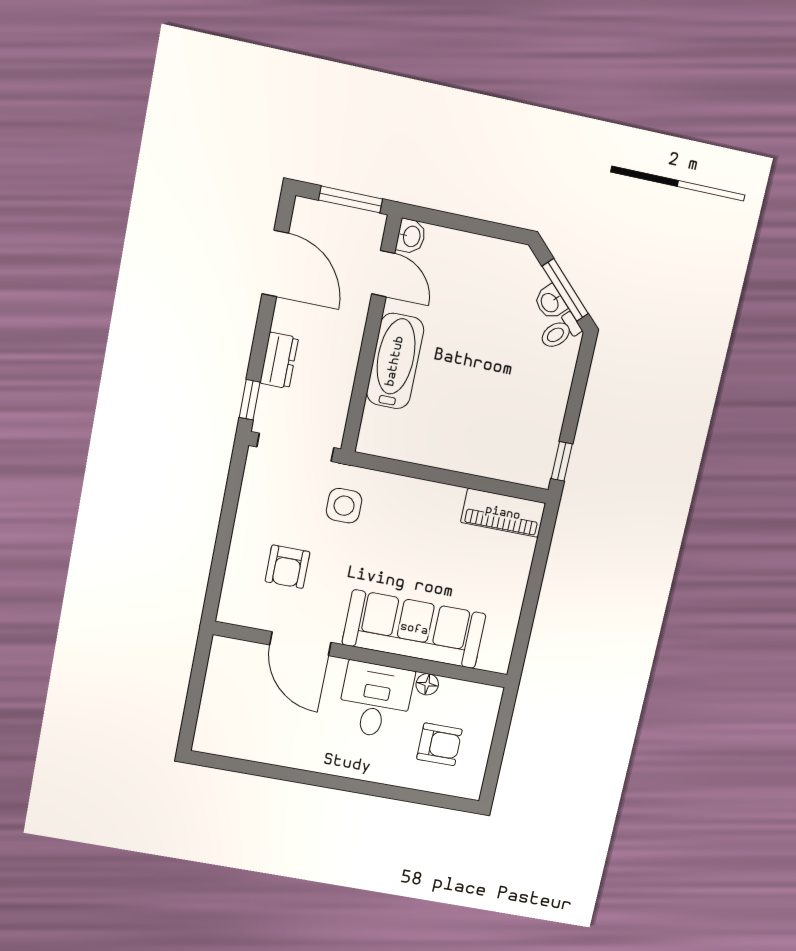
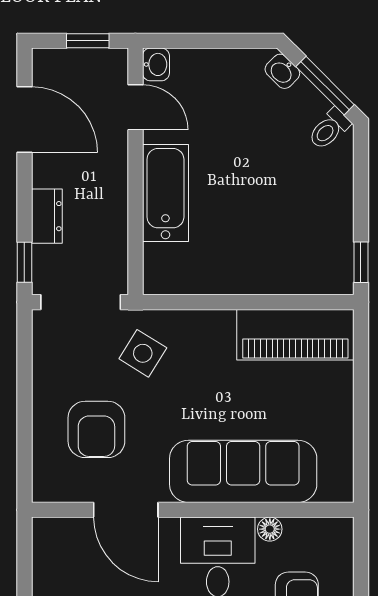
window: (351, 199) -> (88, 41), width x0.67
washbasin: (550, 302) -> (282, 71), moved
side table: (344, 506) -> (143, 353), turned 32
piano: (503, 513) -> (295, 335), width x1.37, depth x1.33
armchair: (287, 567) -> (96, 429), width x1.38, depth x1.38

